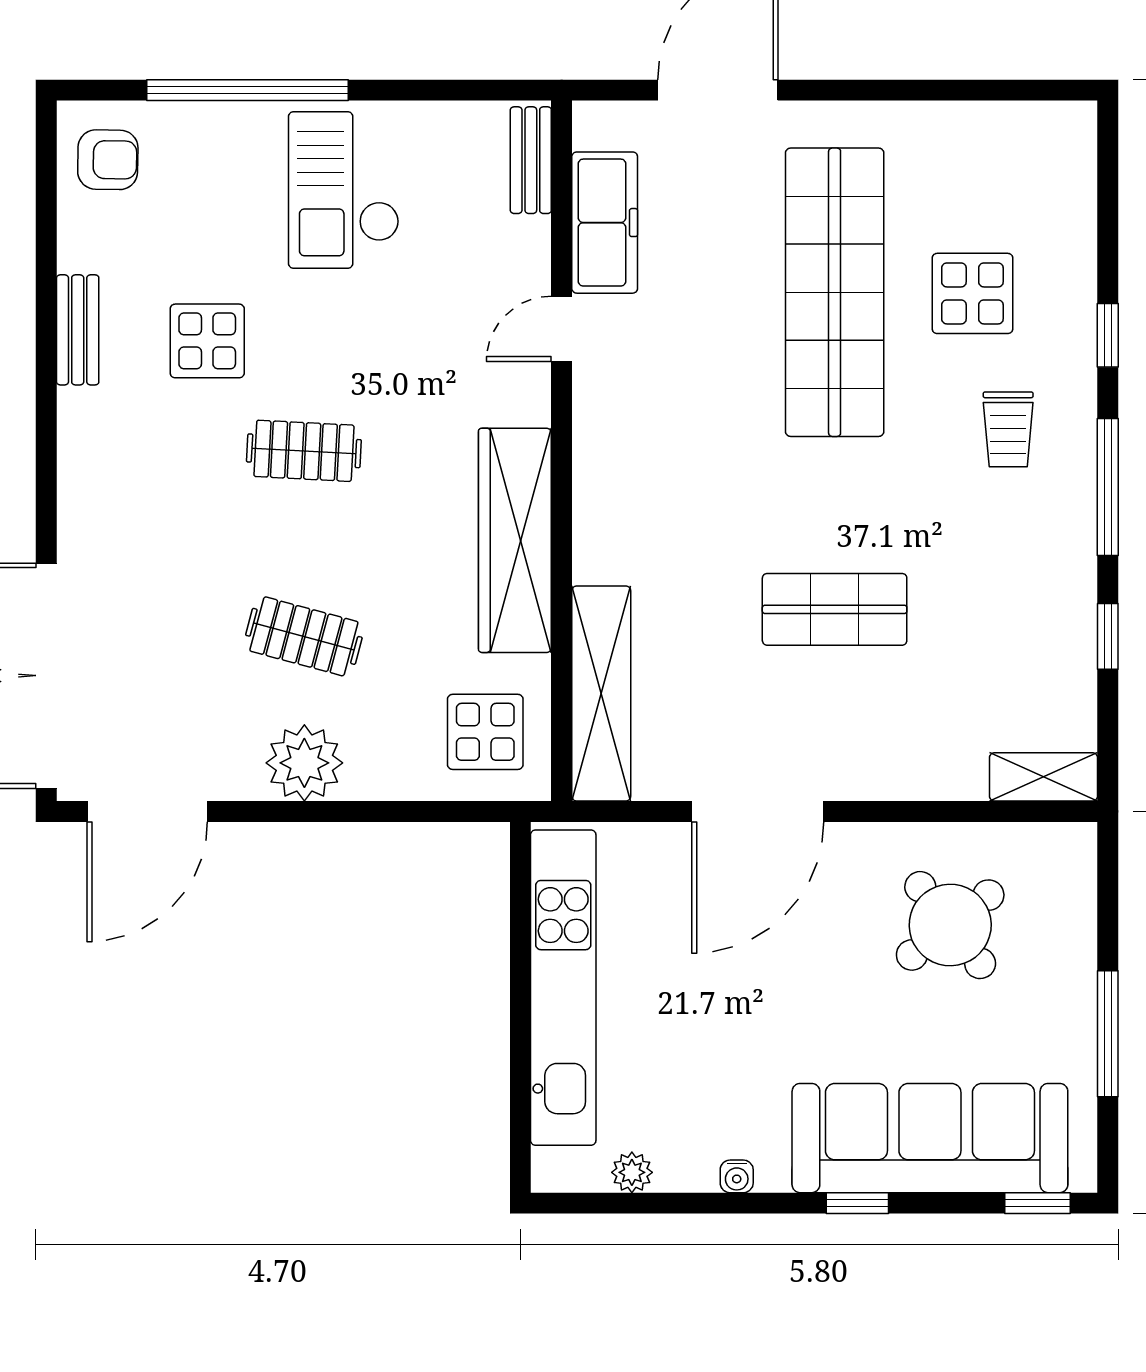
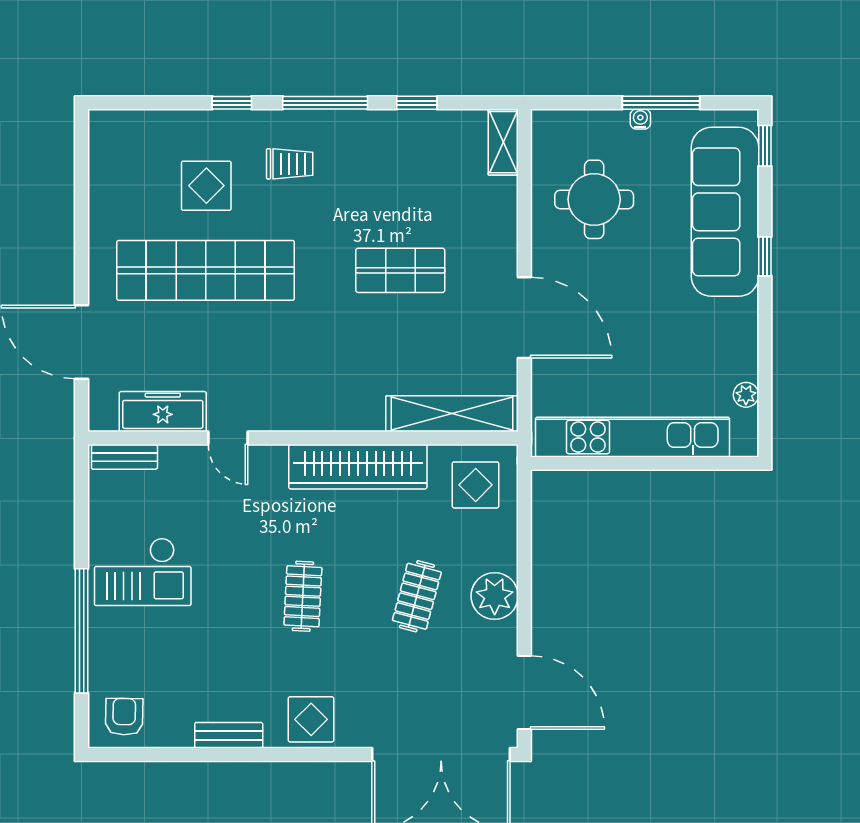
display table: (207, 341) -> (311, 719), moved
shop shelf: (835, 609) -> (400, 270), turned 90
round table: (950, 925) -> (594, 199), turned 38
water cooler: (737, 1176) -> (640, 119), moved, turned -90

